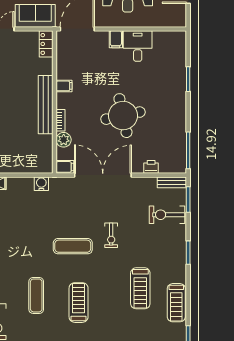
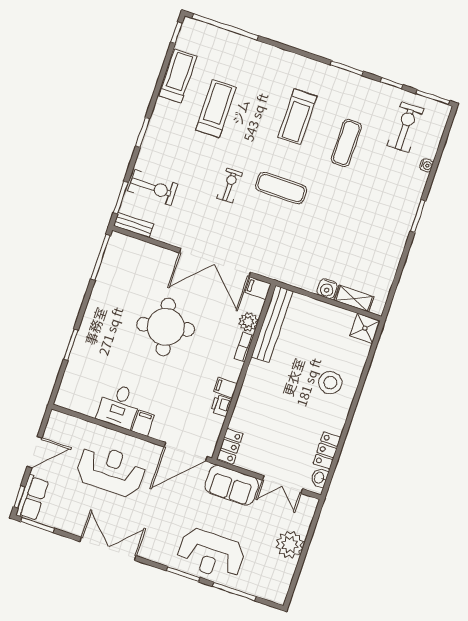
bench: (46, 105) -> (272, 324), moved
printer: (151, 167) -> (221, 405), moved, turned 90
water cooler: (41, 184) -> (327, 289), moved

